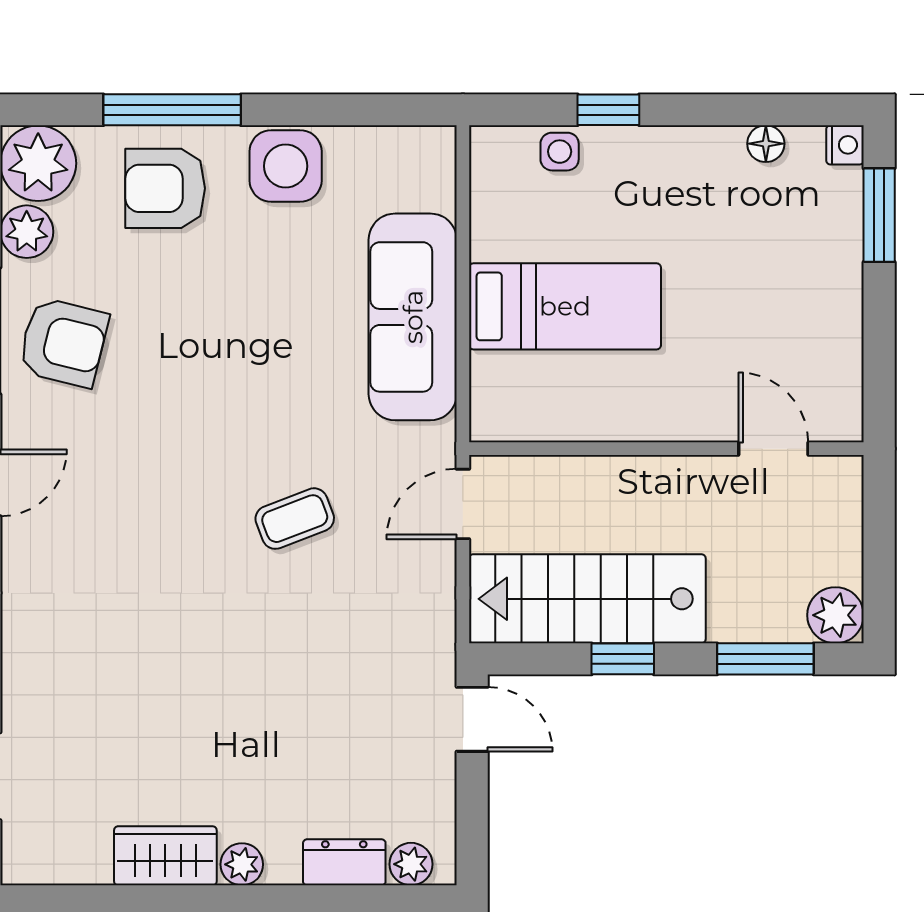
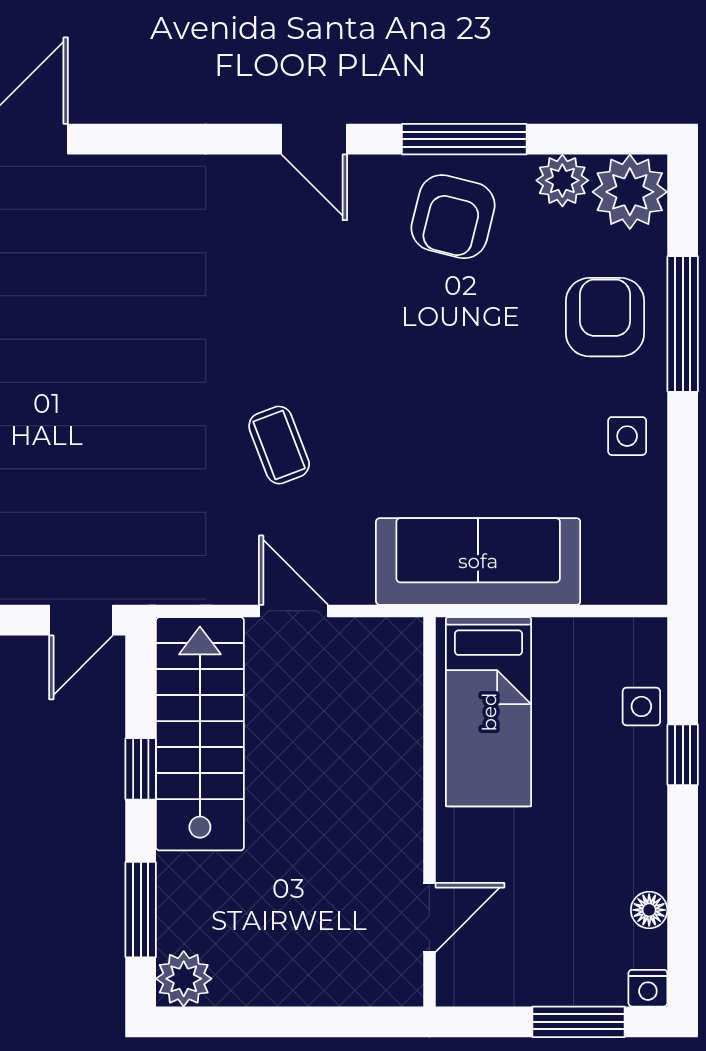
side table: (286, 166) -> (627, 436), width x0.54, depth x0.54
wall: (666, 449) -> (429, 812), moved
door: (773, 449) -> (429, 917), moved

